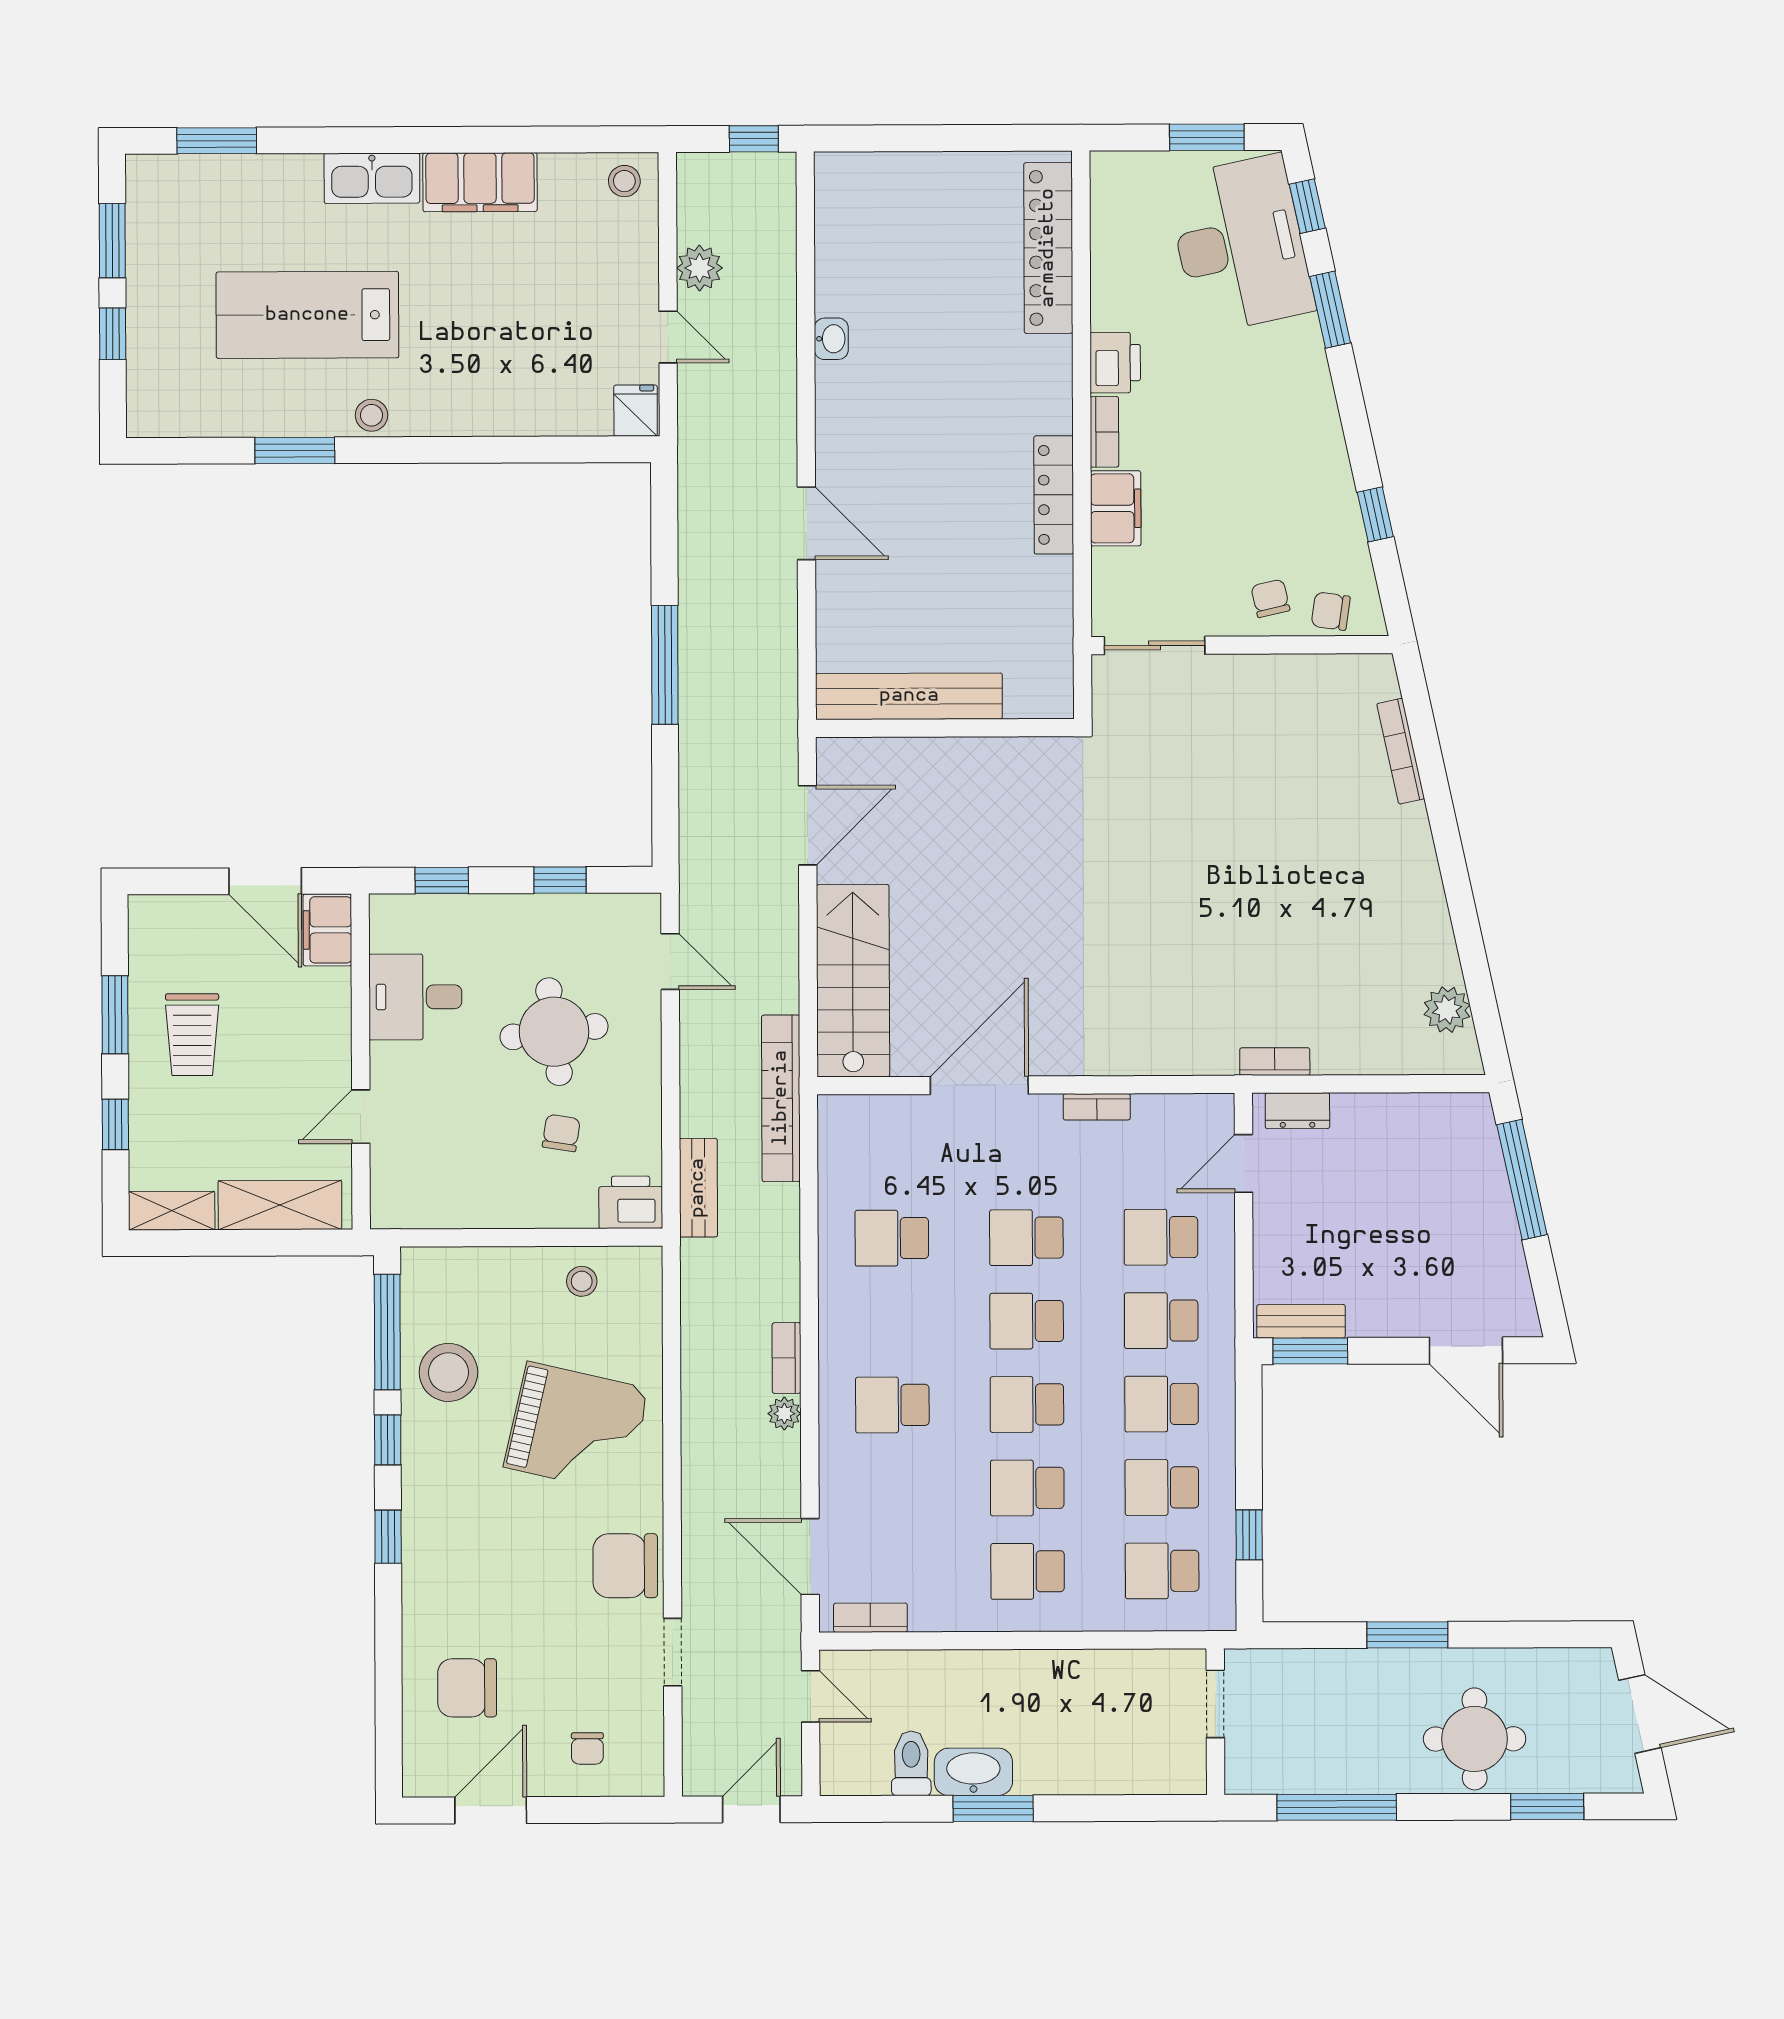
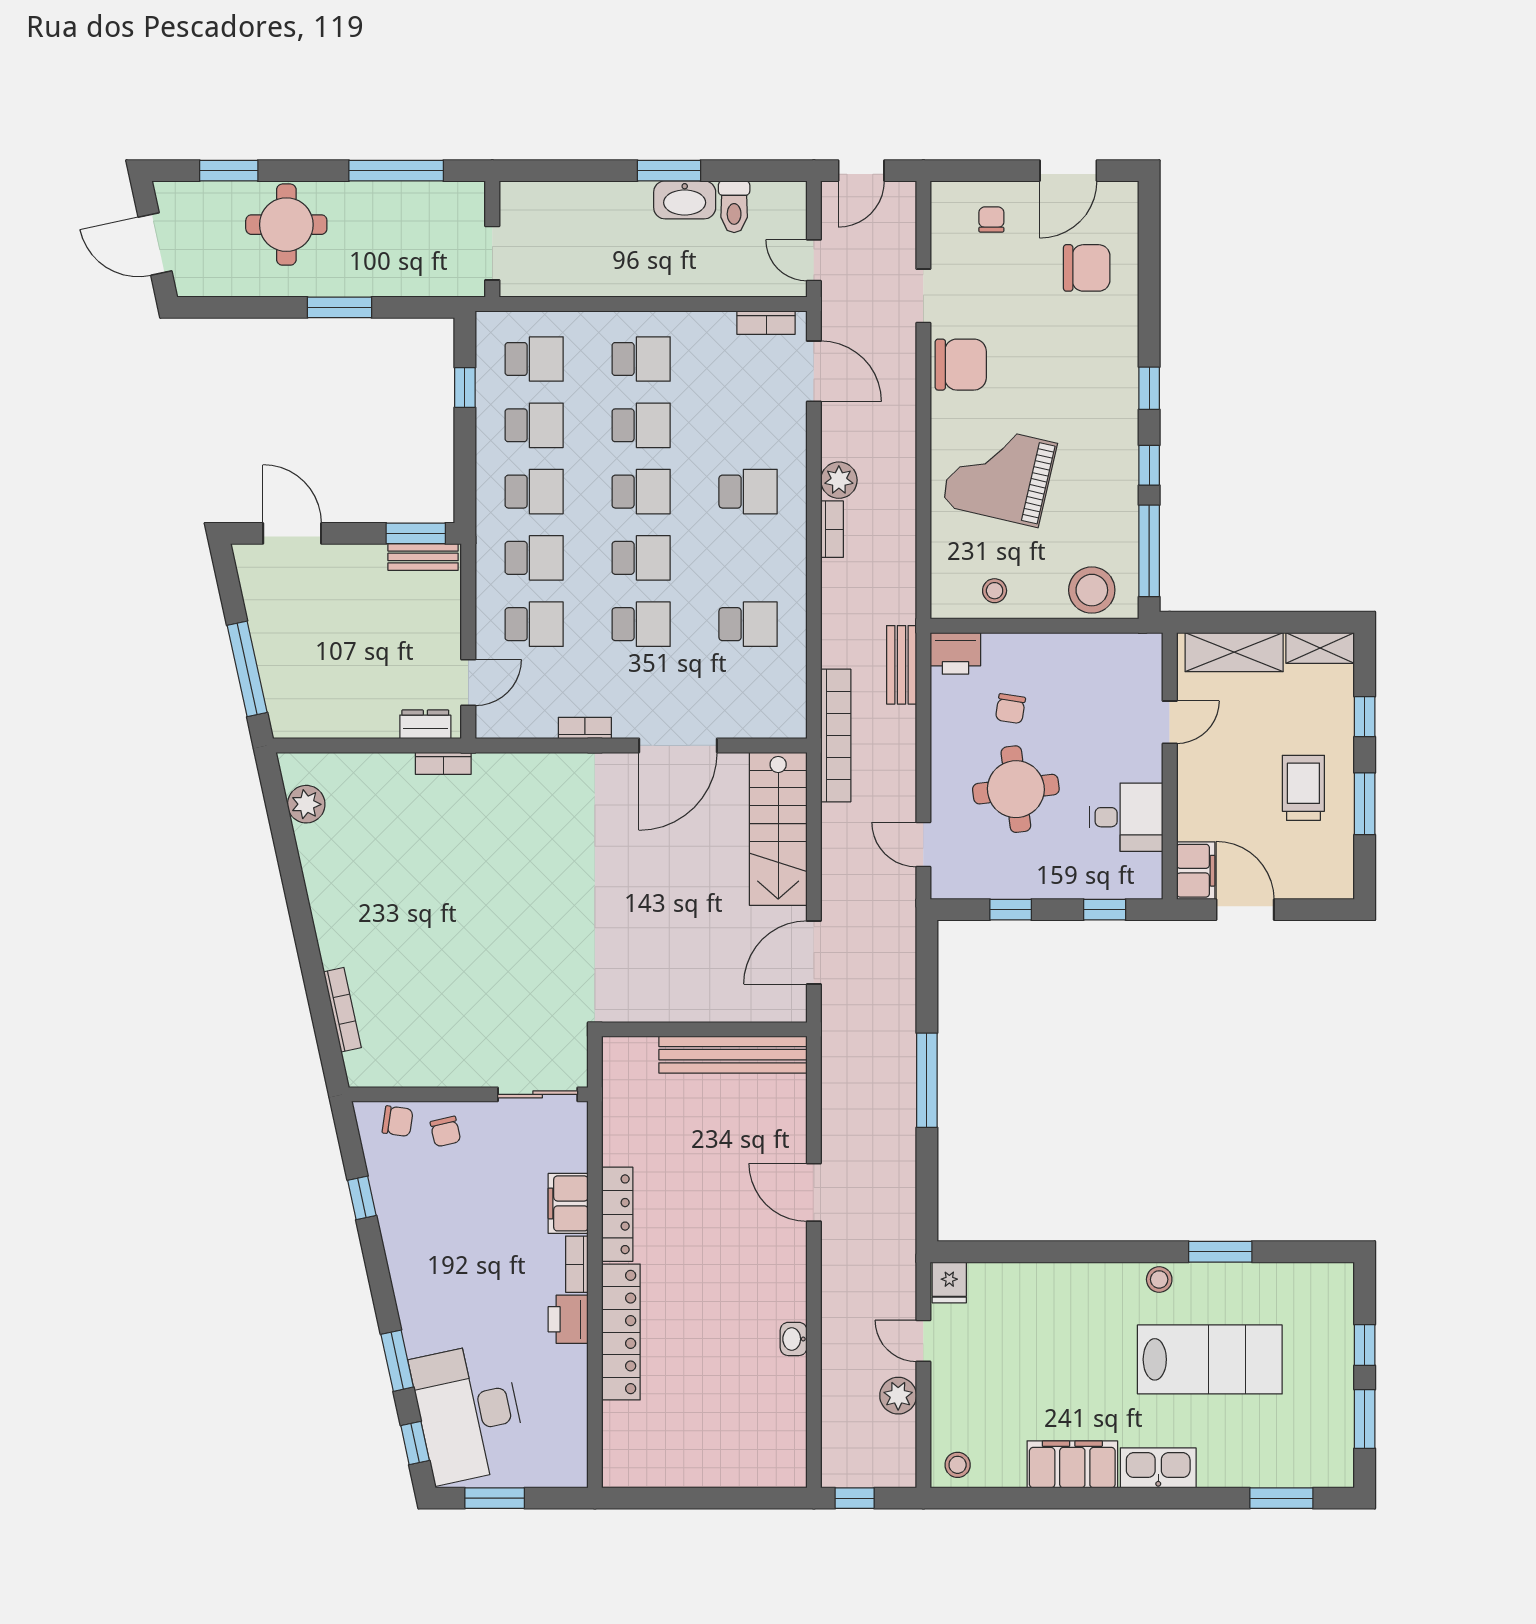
locker: (1048, 248) -> (621, 1332), moved
stool: (448, 1372) -> (1092, 590), moved
plant: (784, 1414) -> (839, 480), width x1.38, depth x1.38

